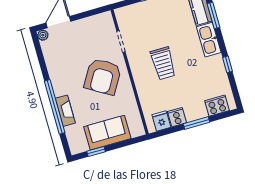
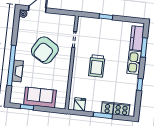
armchair: (103, 77) -> (45, 50), moved
cooker: (177, 117) -> (107, 108), moved

